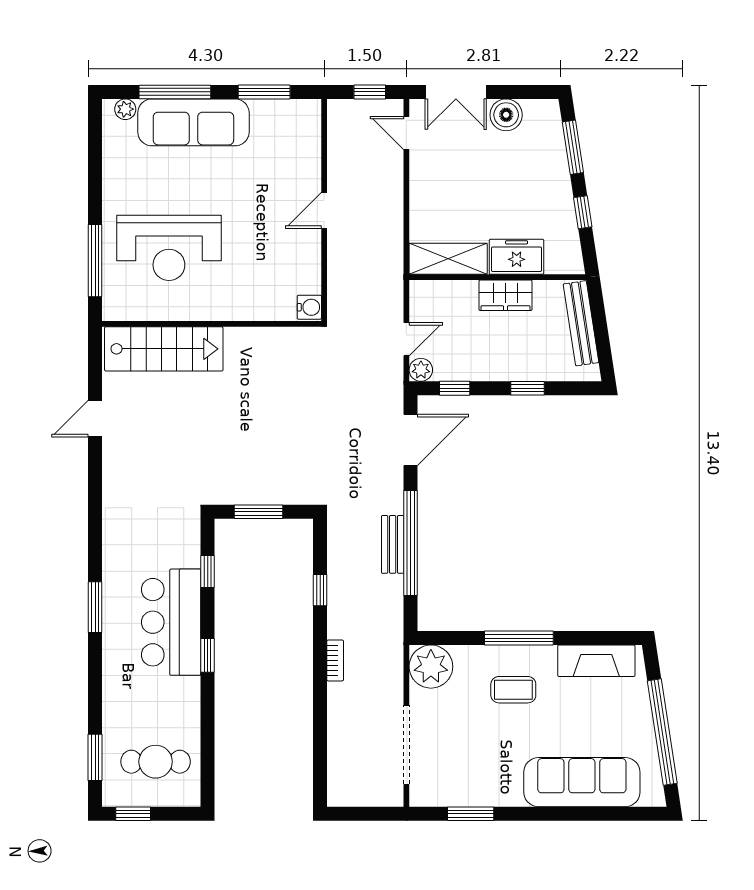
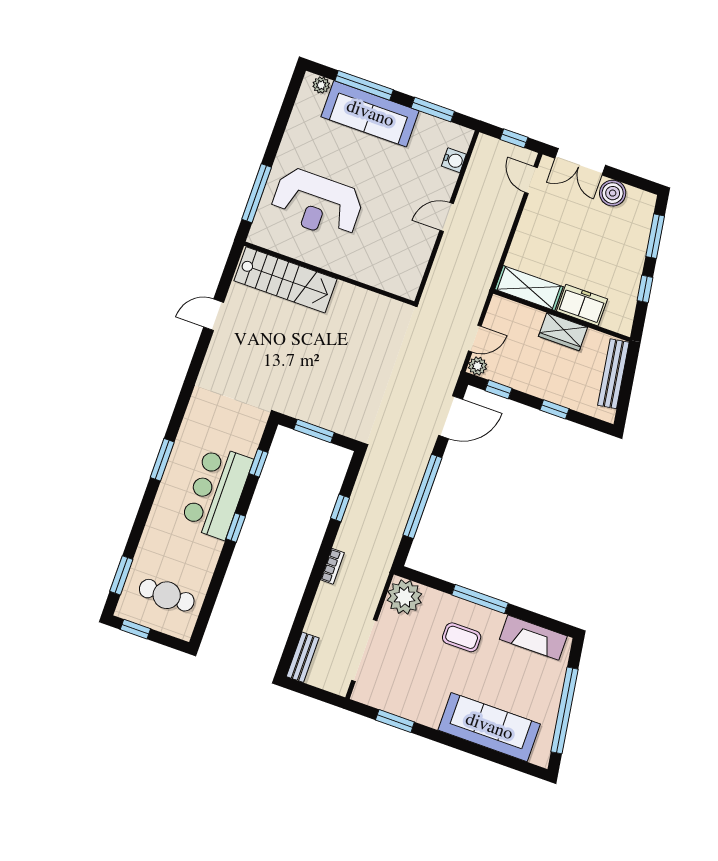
water cooler: (309, 307) -> (454, 160), moved
bench: (393, 544) -> (303, 657), moved

